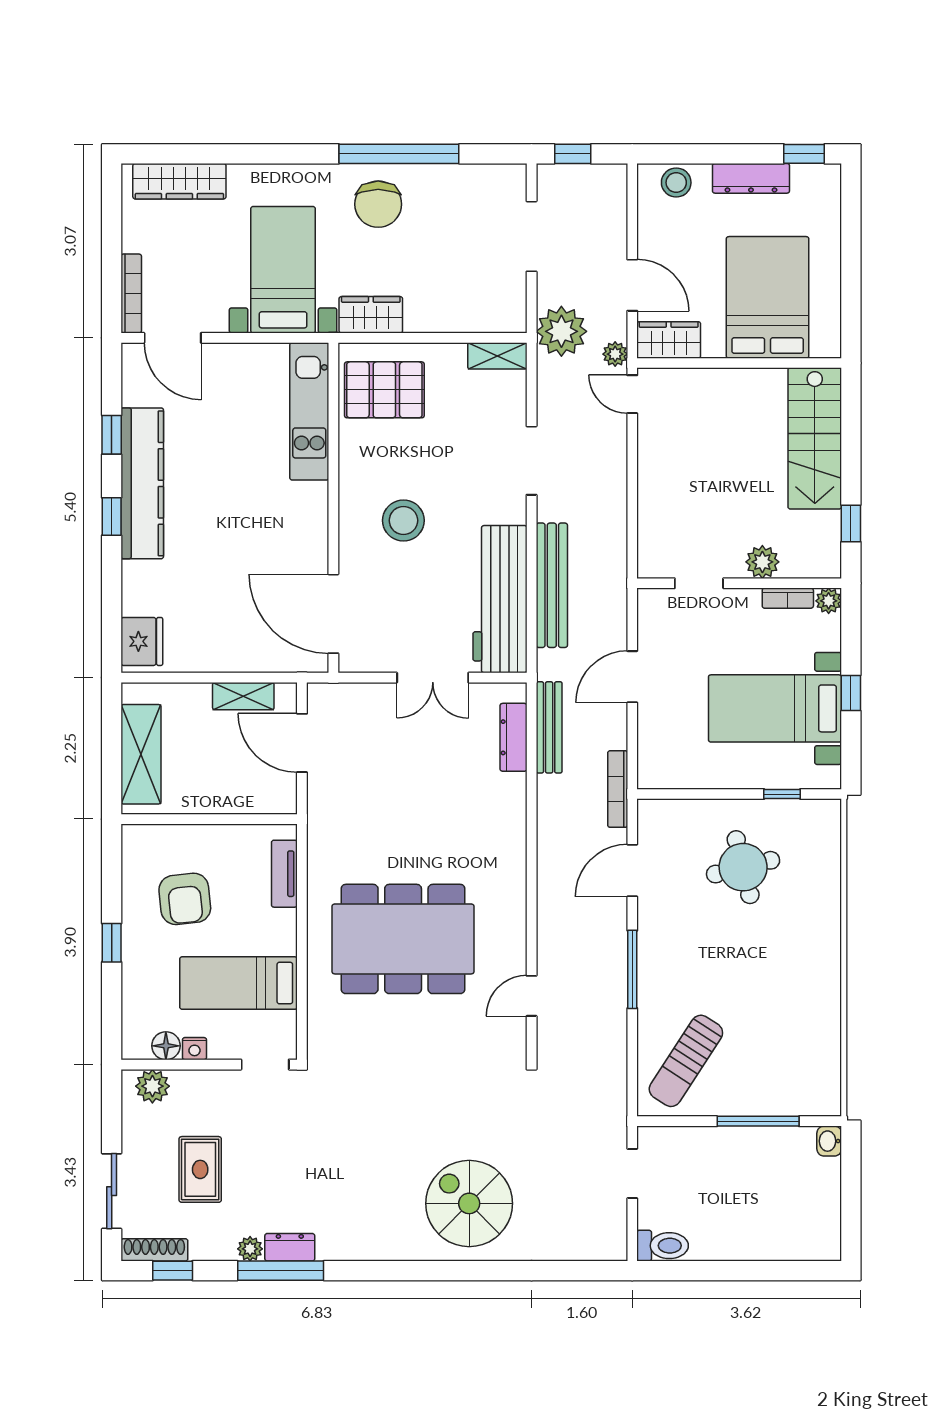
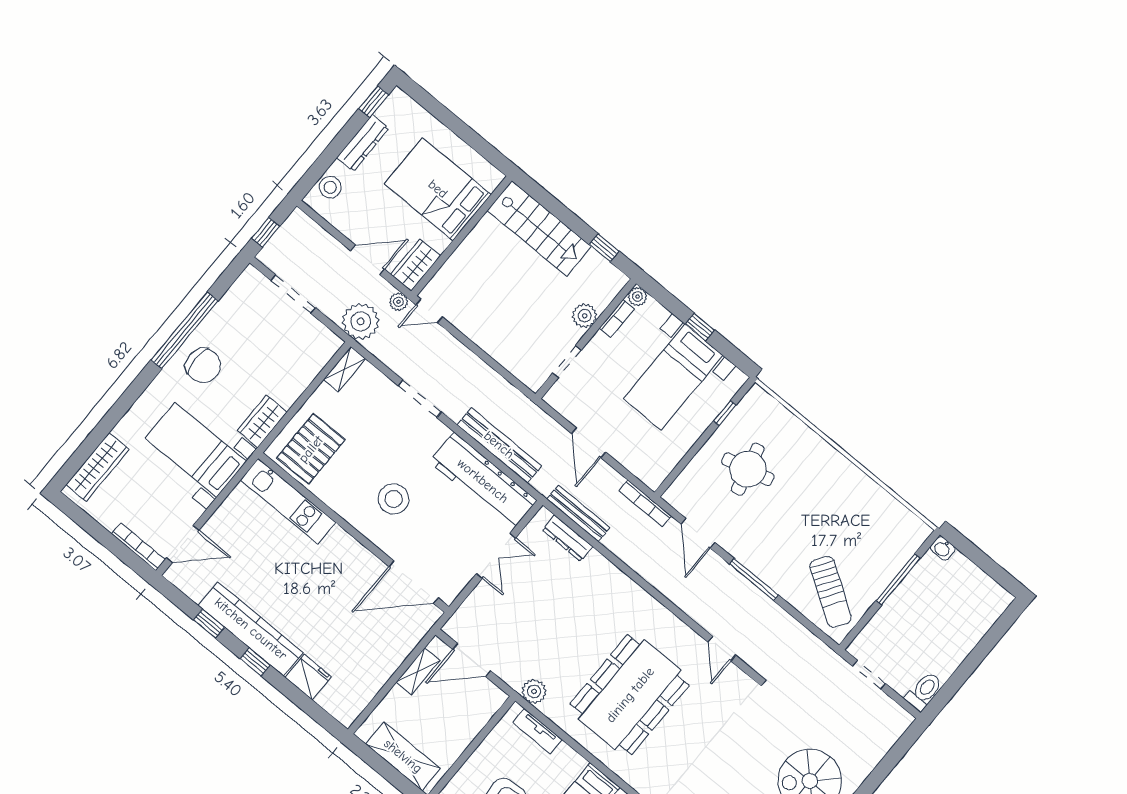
fridge: (142, 641) -> (308, 677), moved
plant: (323, 836) -> (534, 691), added

